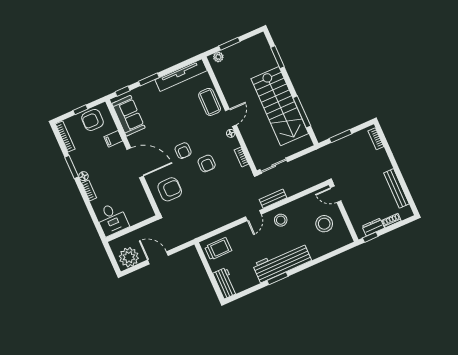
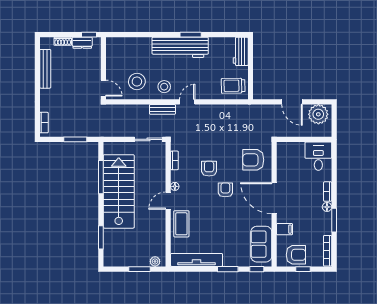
stool: (324, 224) -> (137, 82), moved

